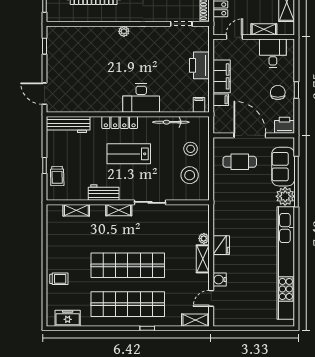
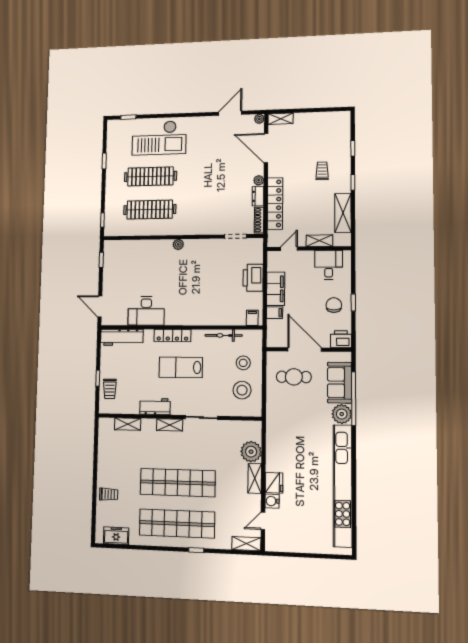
desk: (141, 98) -> (146, 311), moved
plant: (204, 238) -> (251, 452), width x1.87, depth x1.87
fridge: (221, 245) -> (274, 483), moved

